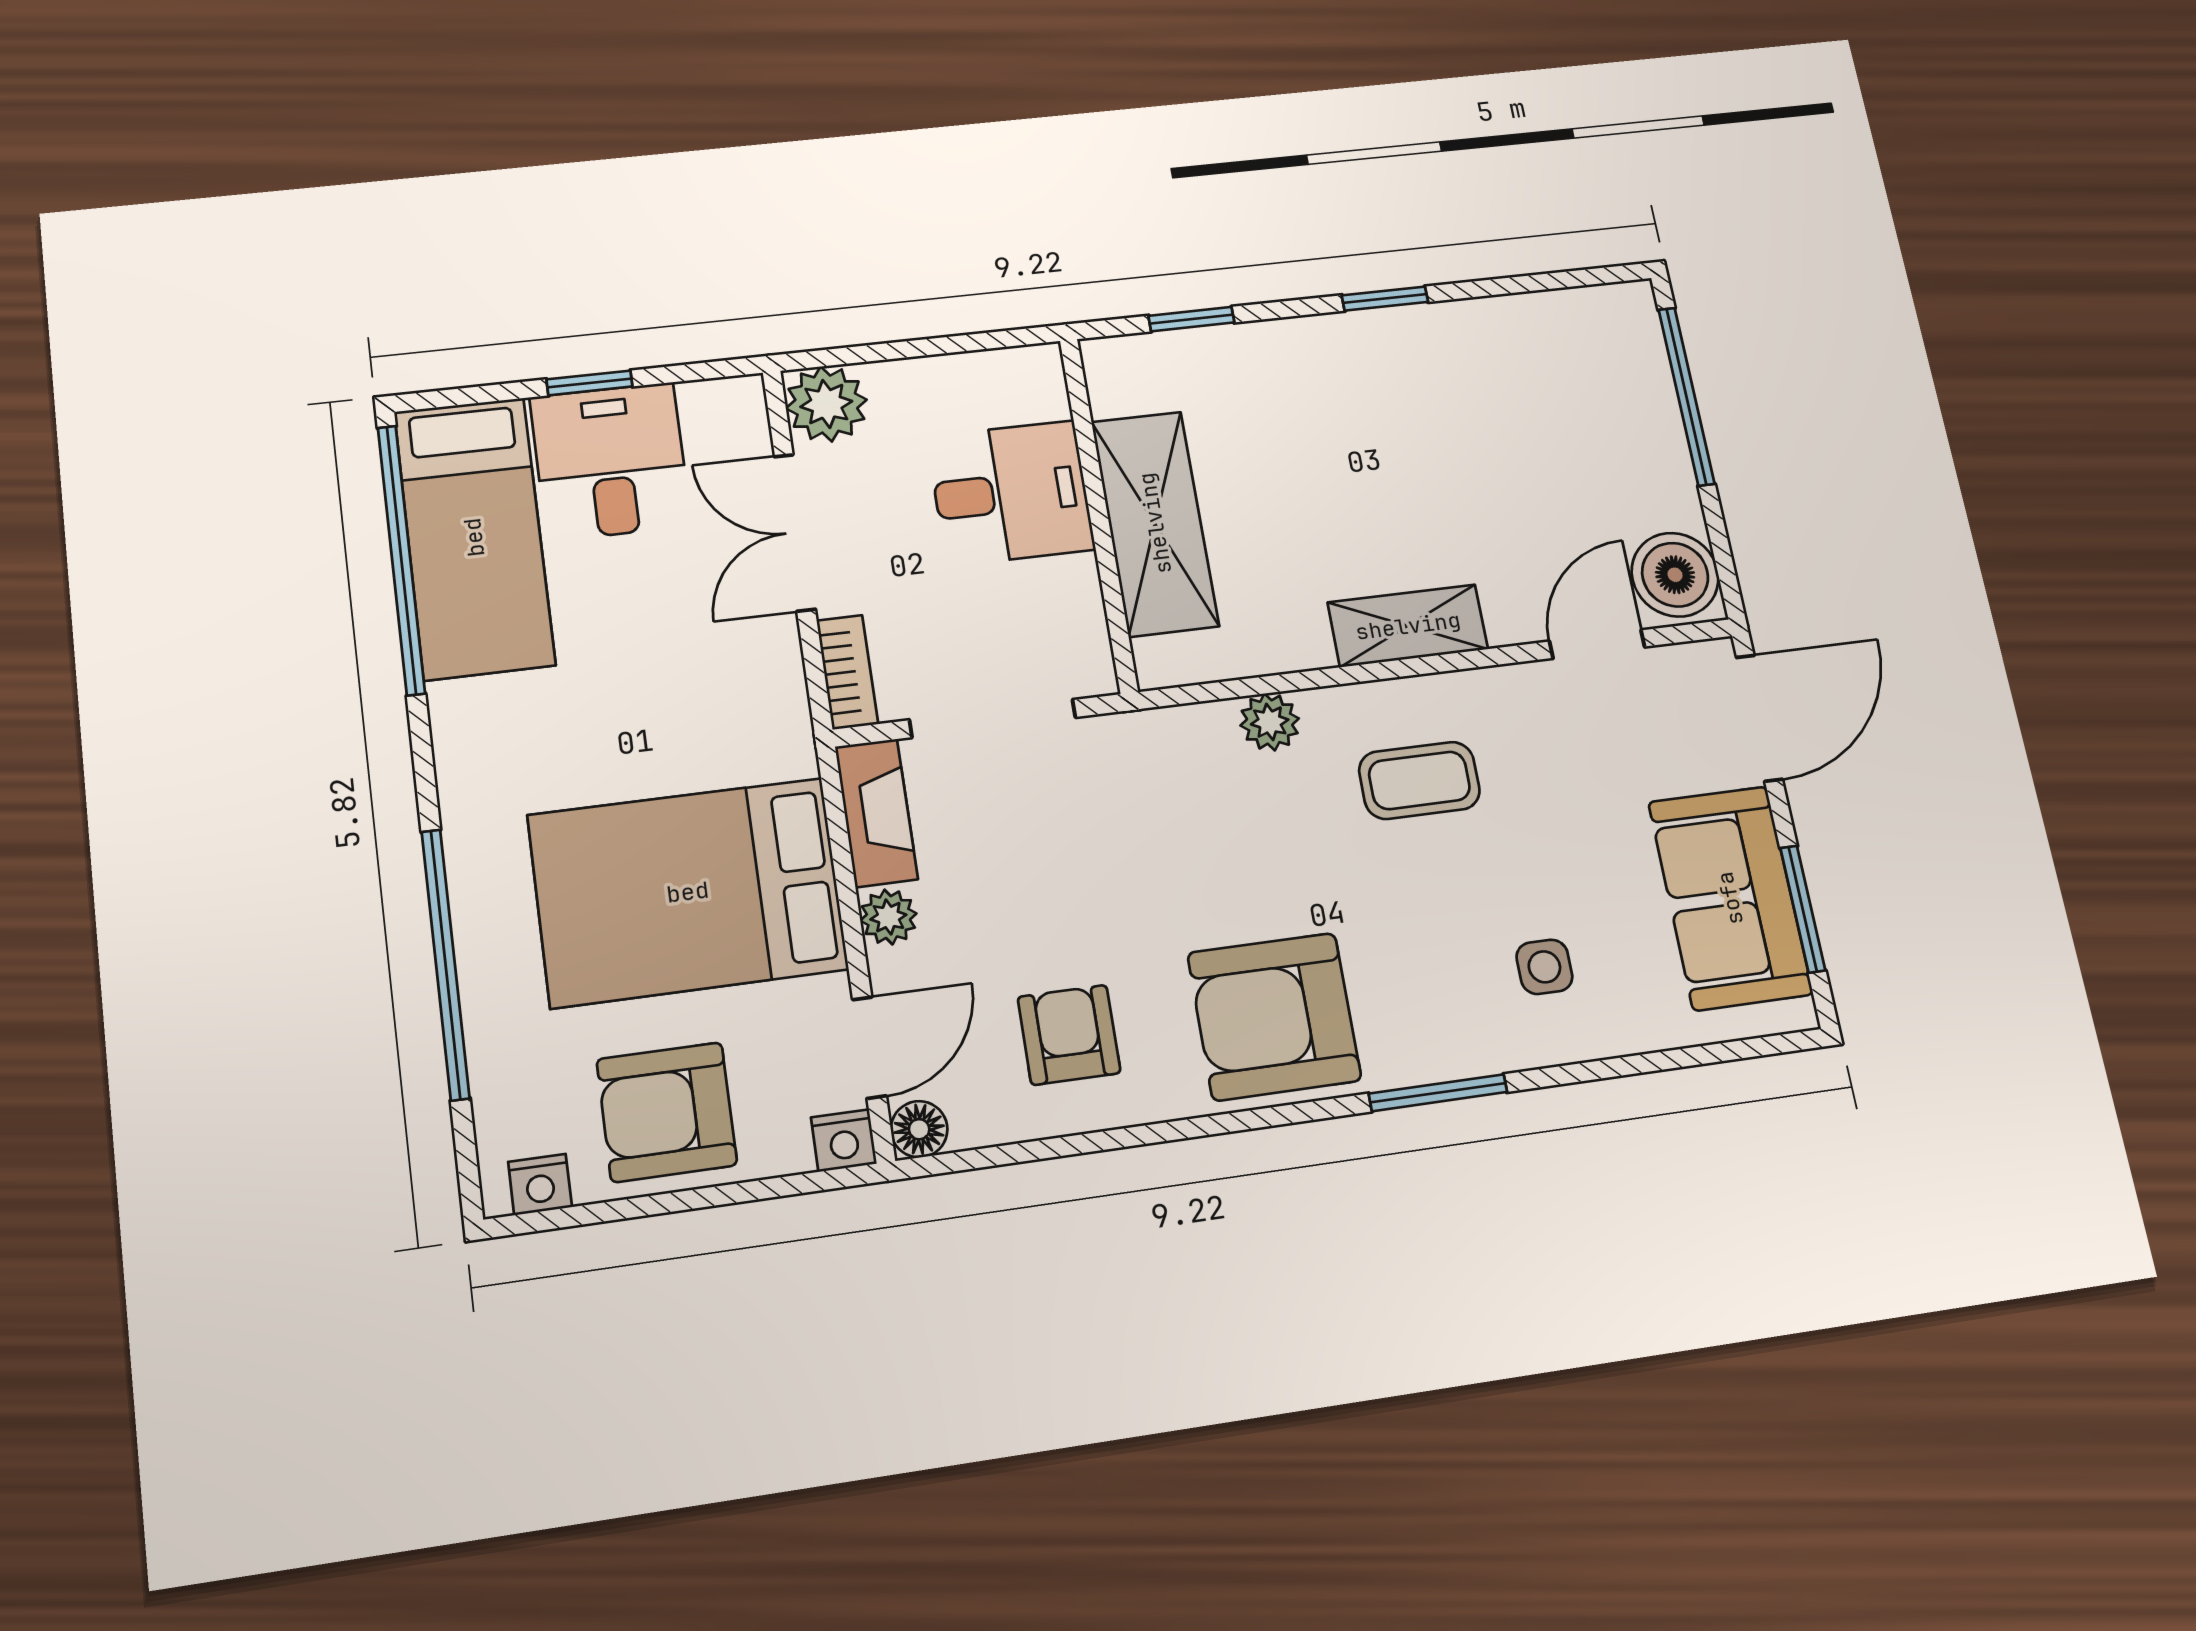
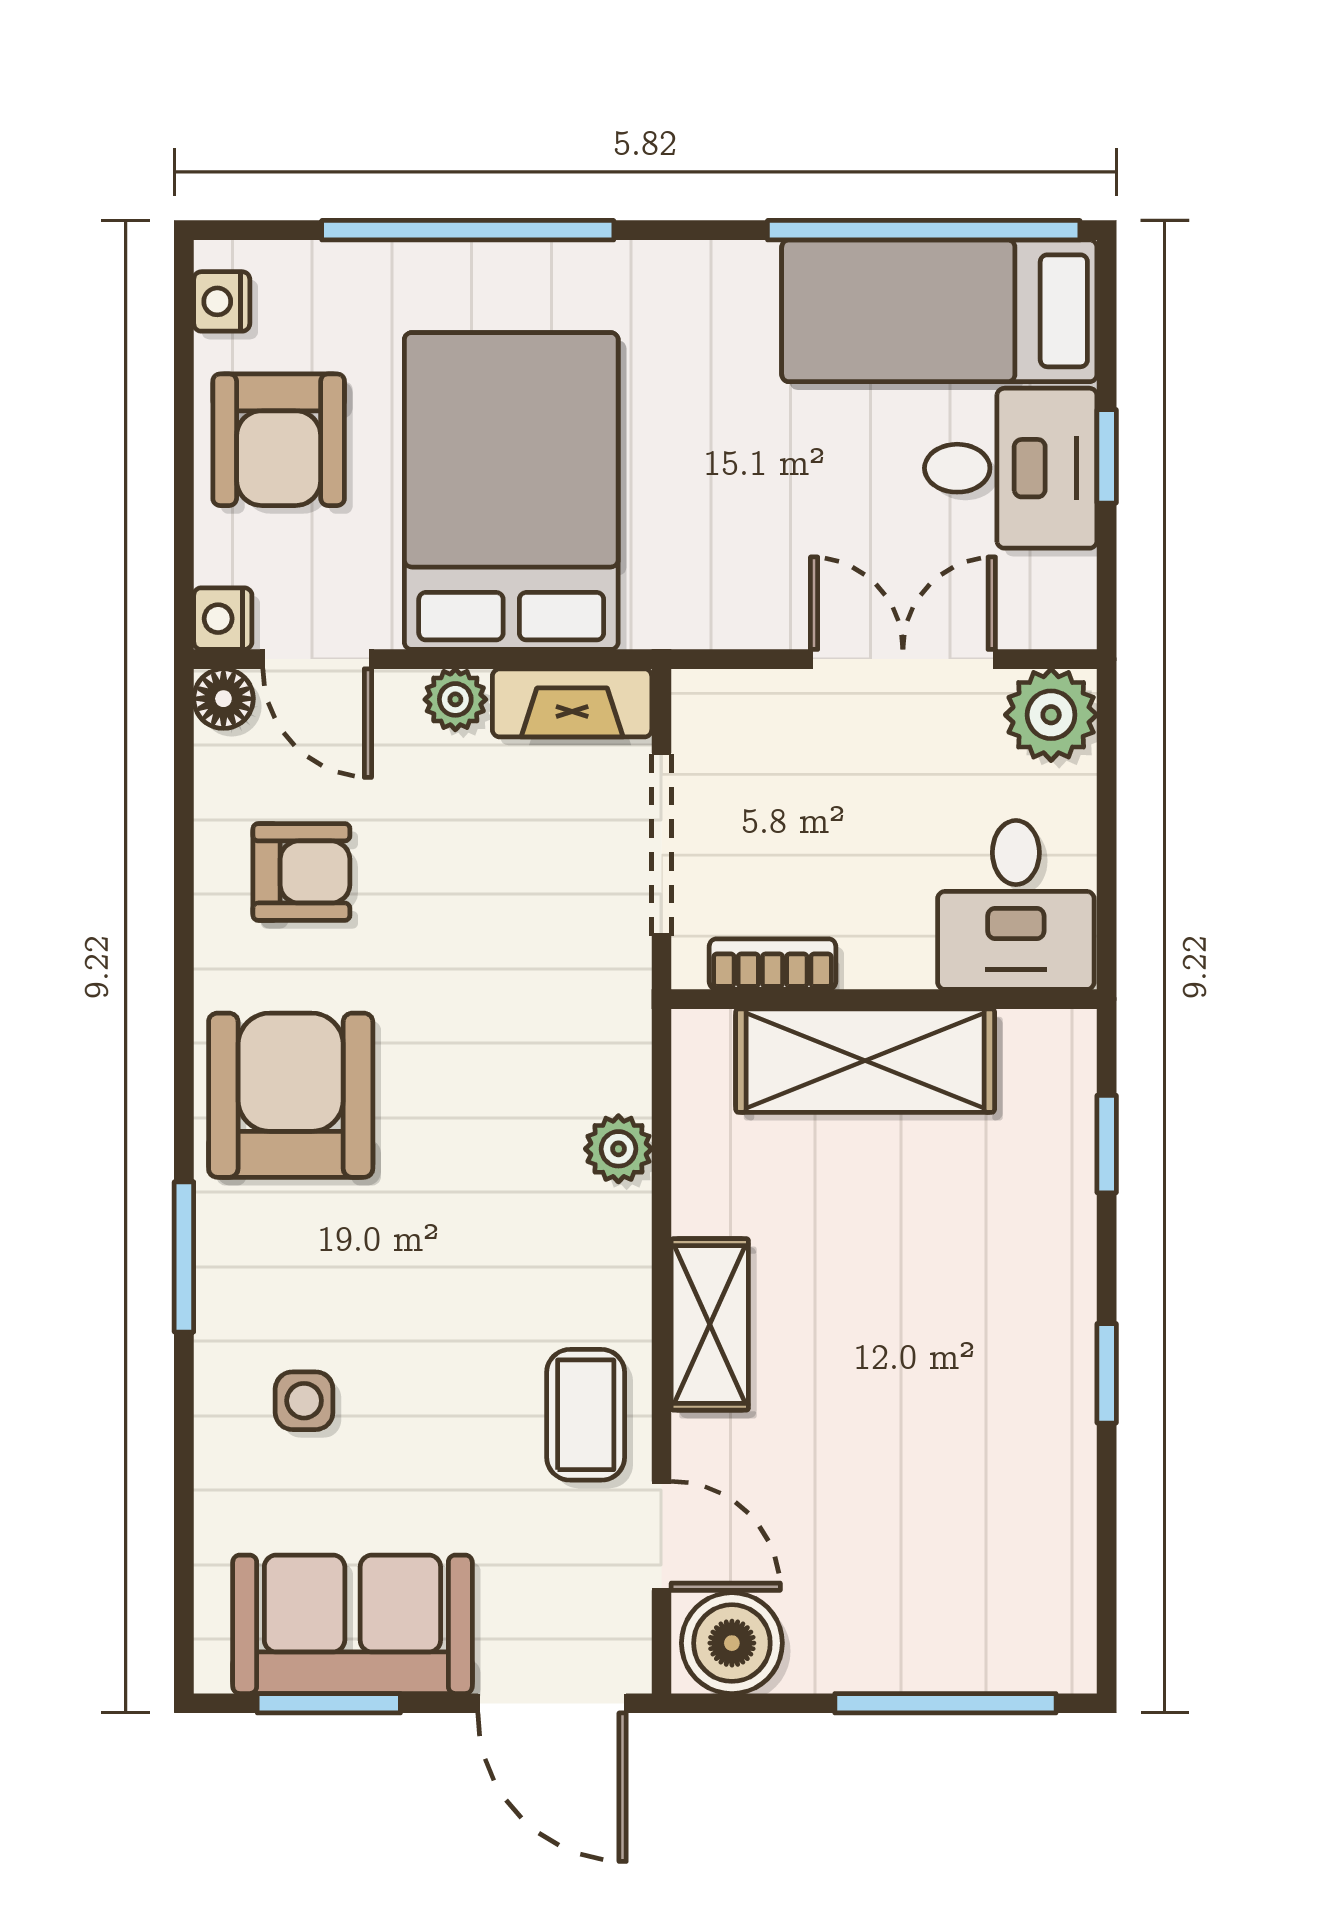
desk: (1011, 493) -> (1016, 905), moved
bookcase: (847, 672) -> (773, 964), moved, turned 180
coffee table: (1419, 780) -> (586, 1415), moved
armchair: (667, 1112) -> (279, 440), turned 180

